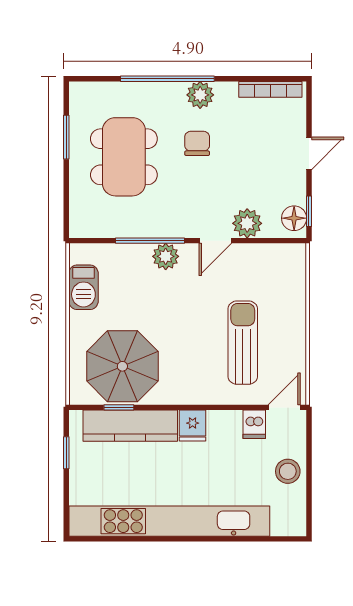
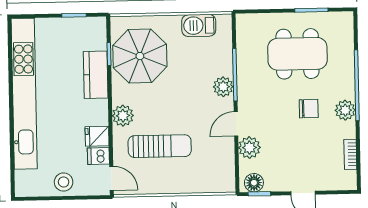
bookcase: (270, 89) -> (350, 154), width x0.64
door: (215, 241) -> (236, 124), hinge flipped
plant: (201, 391) -> (123, 116), added
kitchen counter: (130, 426) -> (96, 75), width x0.67
fridge: (193, 426) -> (97, 136), moved

